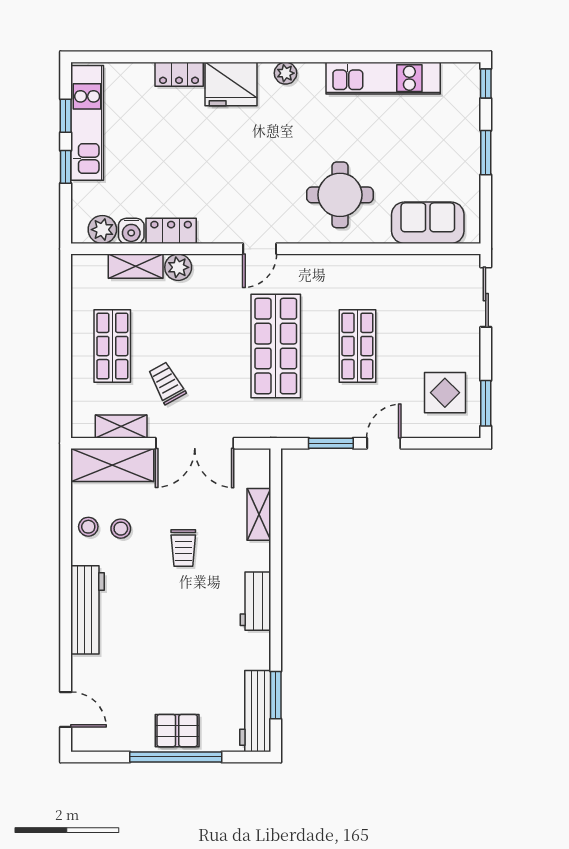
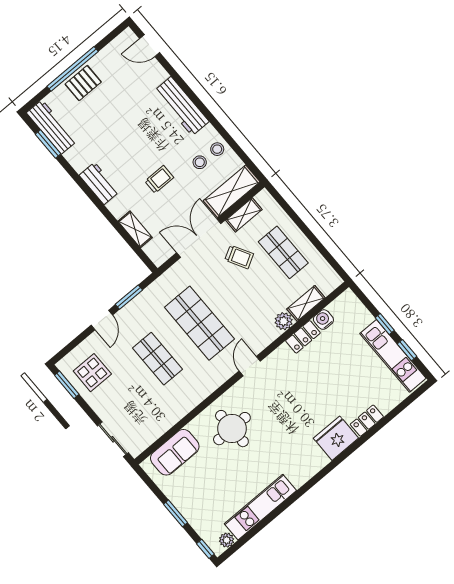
plant: (286, 73) -> (227, 540), moved
plant: (102, 230) -> (339, 308), removed
trolley: (183, 548) -> (159, 179), turned 90

